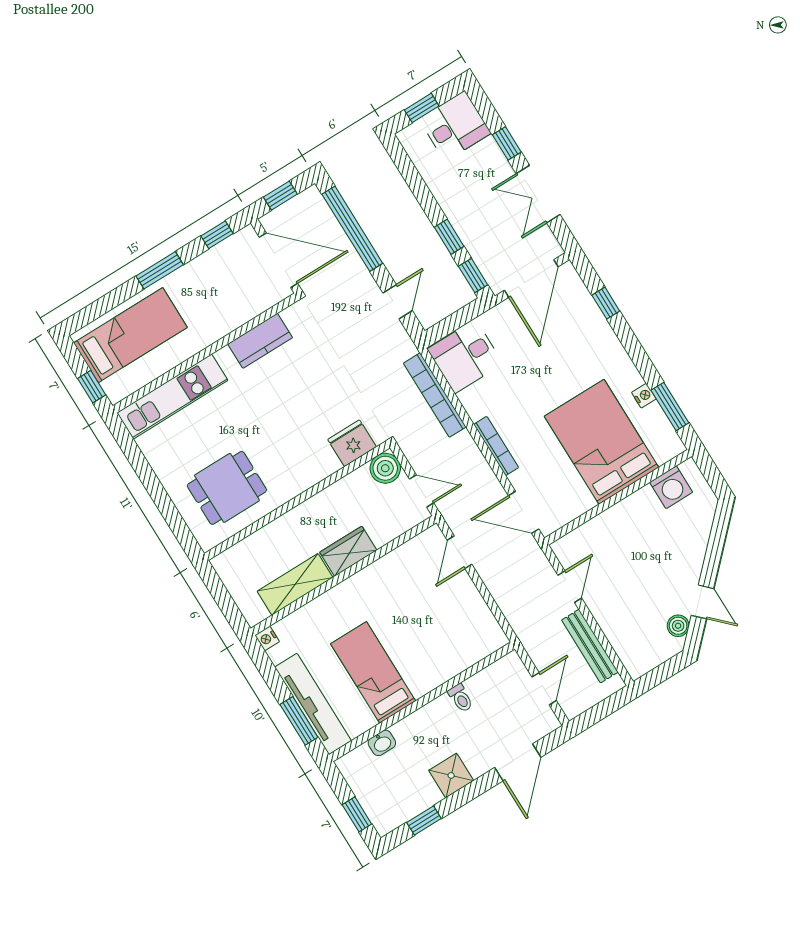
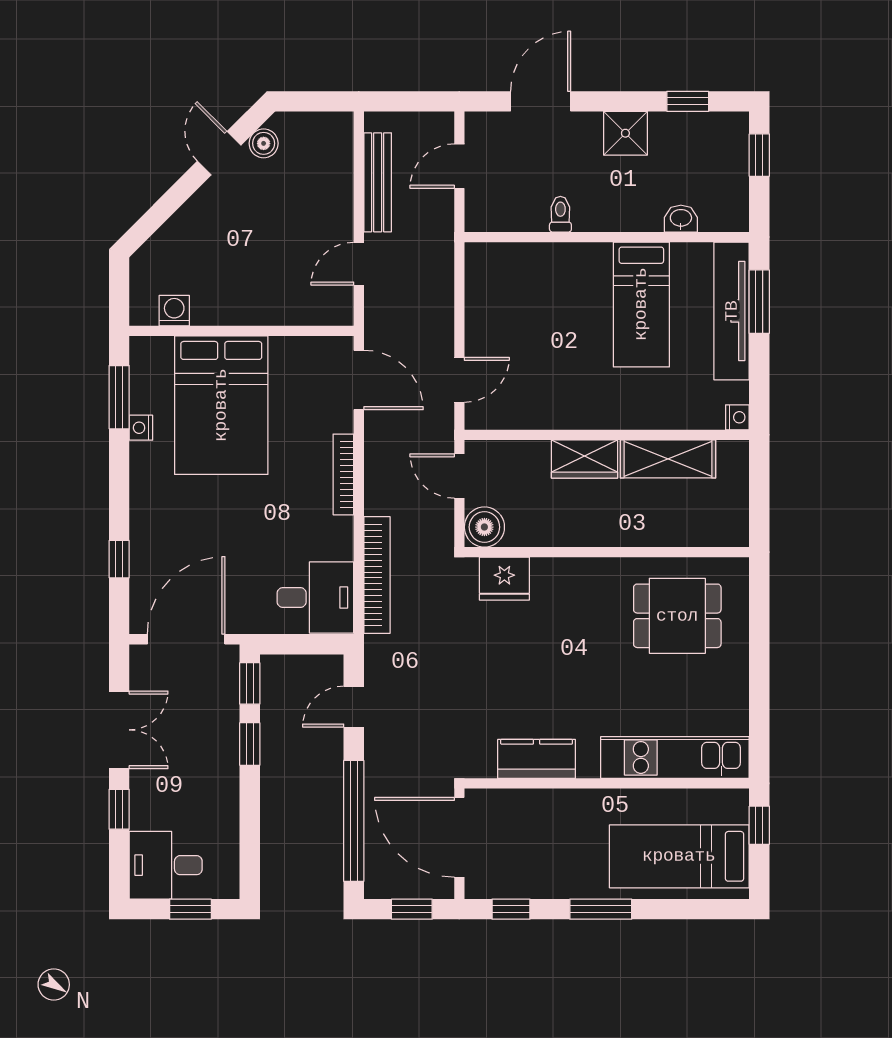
washing machine: (671, 487) -> (174, 311), width x0.73, depth x0.73

